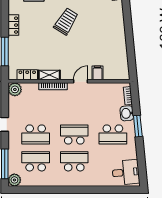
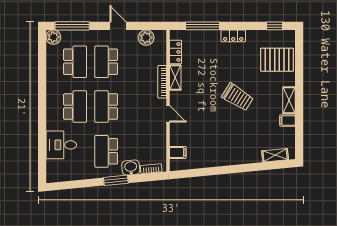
filing cabinet: (98, 73) -> (178, 152), moved
plant: (15, 89) -> (146, 38), moved
school desk: (74, 134) -> (106, 107), turned 180
desk: (126, 172) -> (61, 145), moved, turned 96

